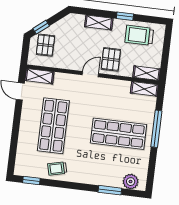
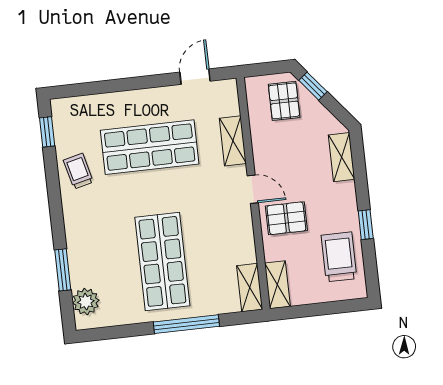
shelving: (99, 22) -> (341, 157), moved
pallet: (45, 45) -> (284, 101), turned 90
shelving: (39, 76) -> (233, 141), moved

